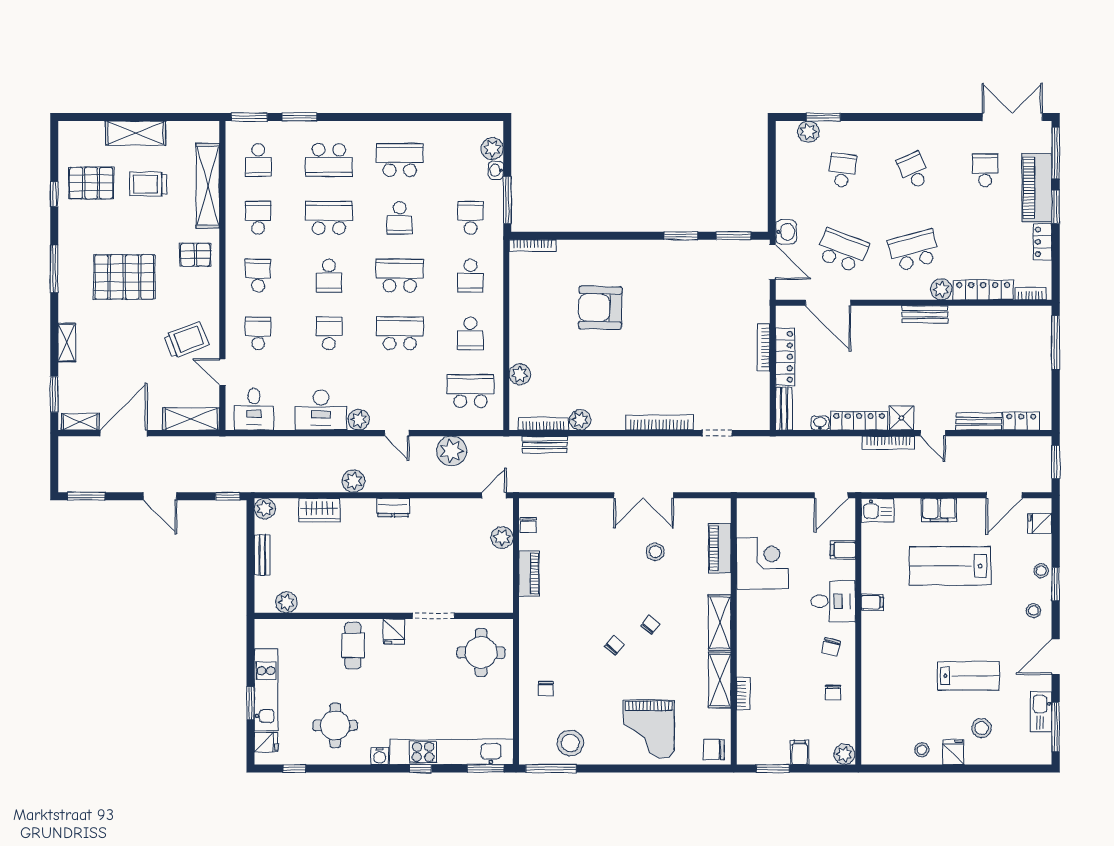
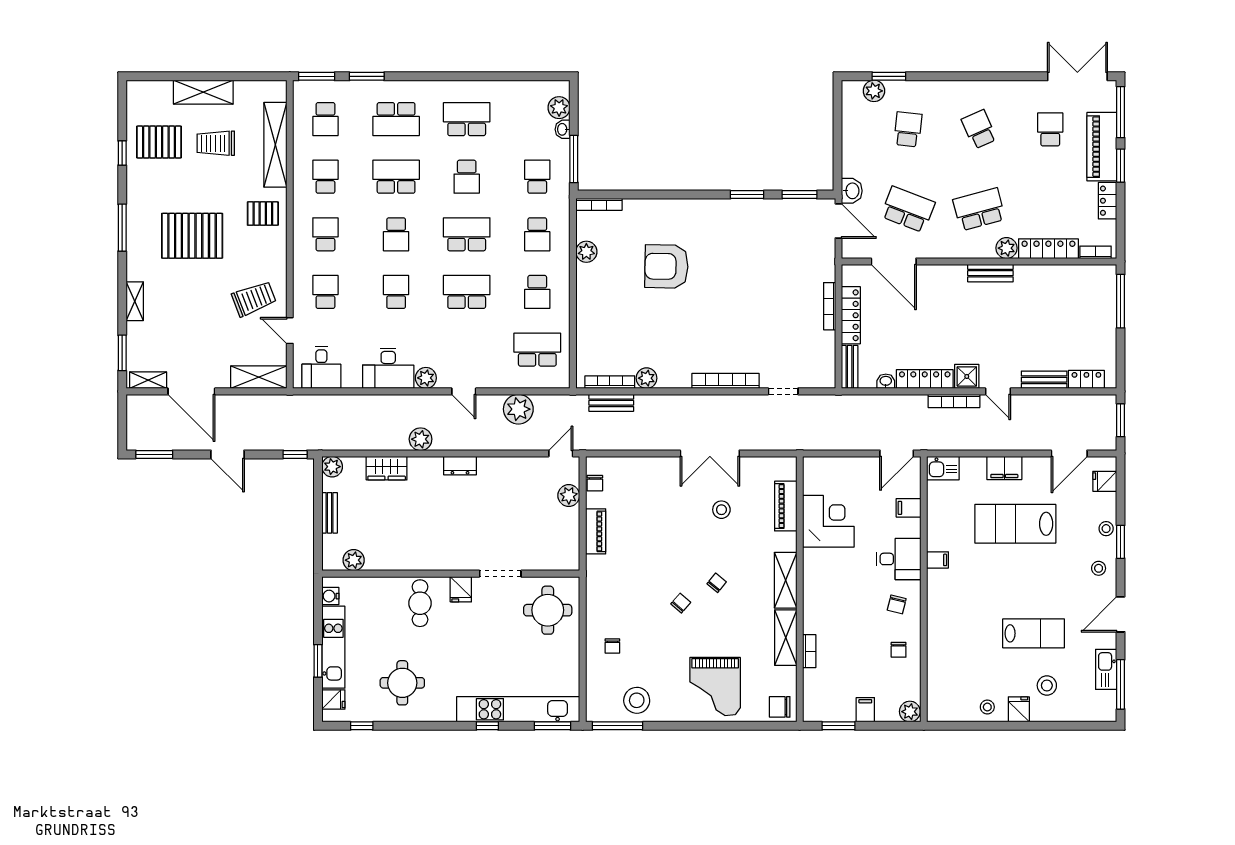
plant: (520, 374) -> (586, 252), moved
door: (124, 433) -> (191, 391), swing flipped
water cooler: (380, 756) -> (330, 596), moved, turned 90

